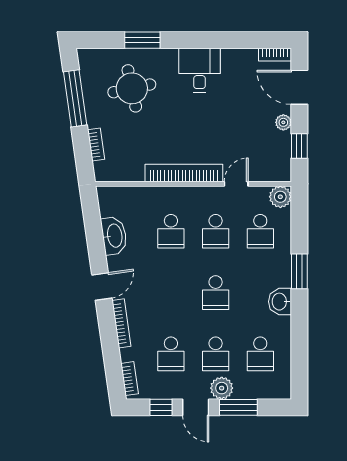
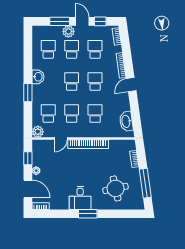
window: (142, 40) -> (88, 214), moved
washbasin: (114, 236) -> (126, 121), moved
school desk: (171, 293) -> (95, 81), added

